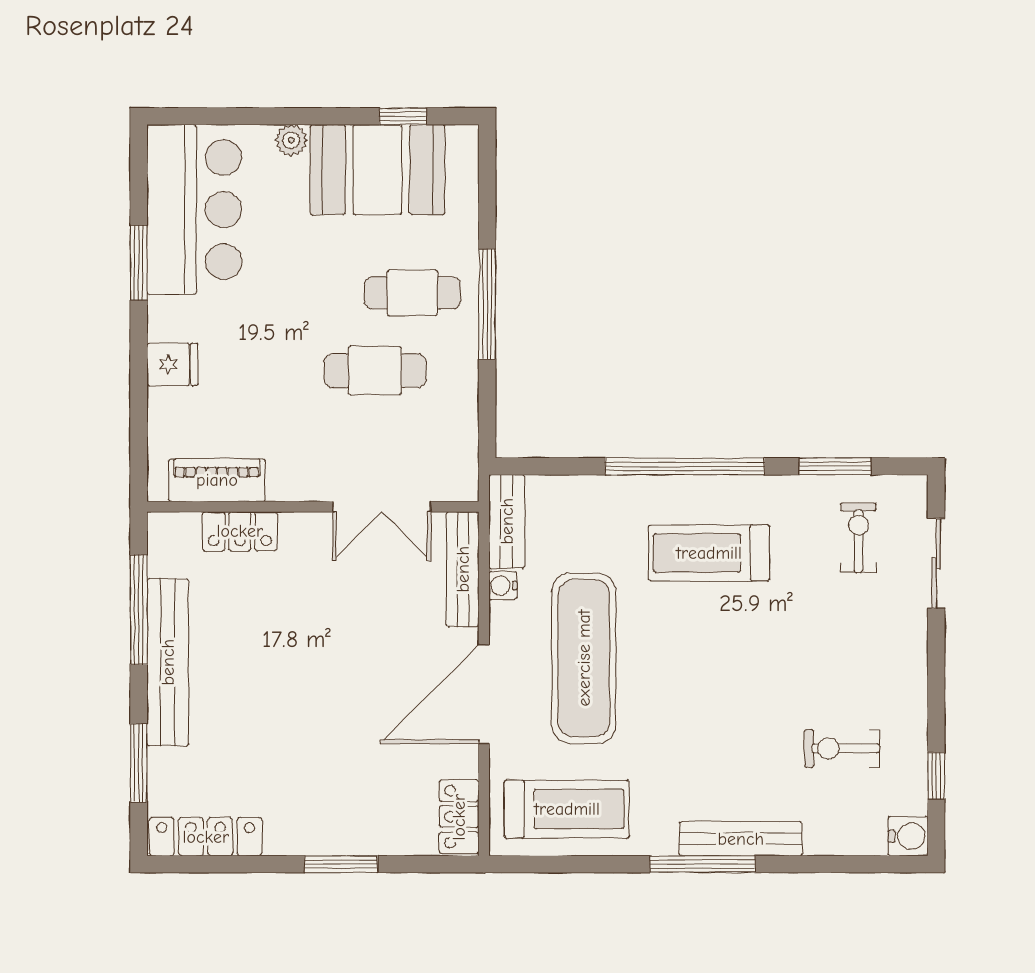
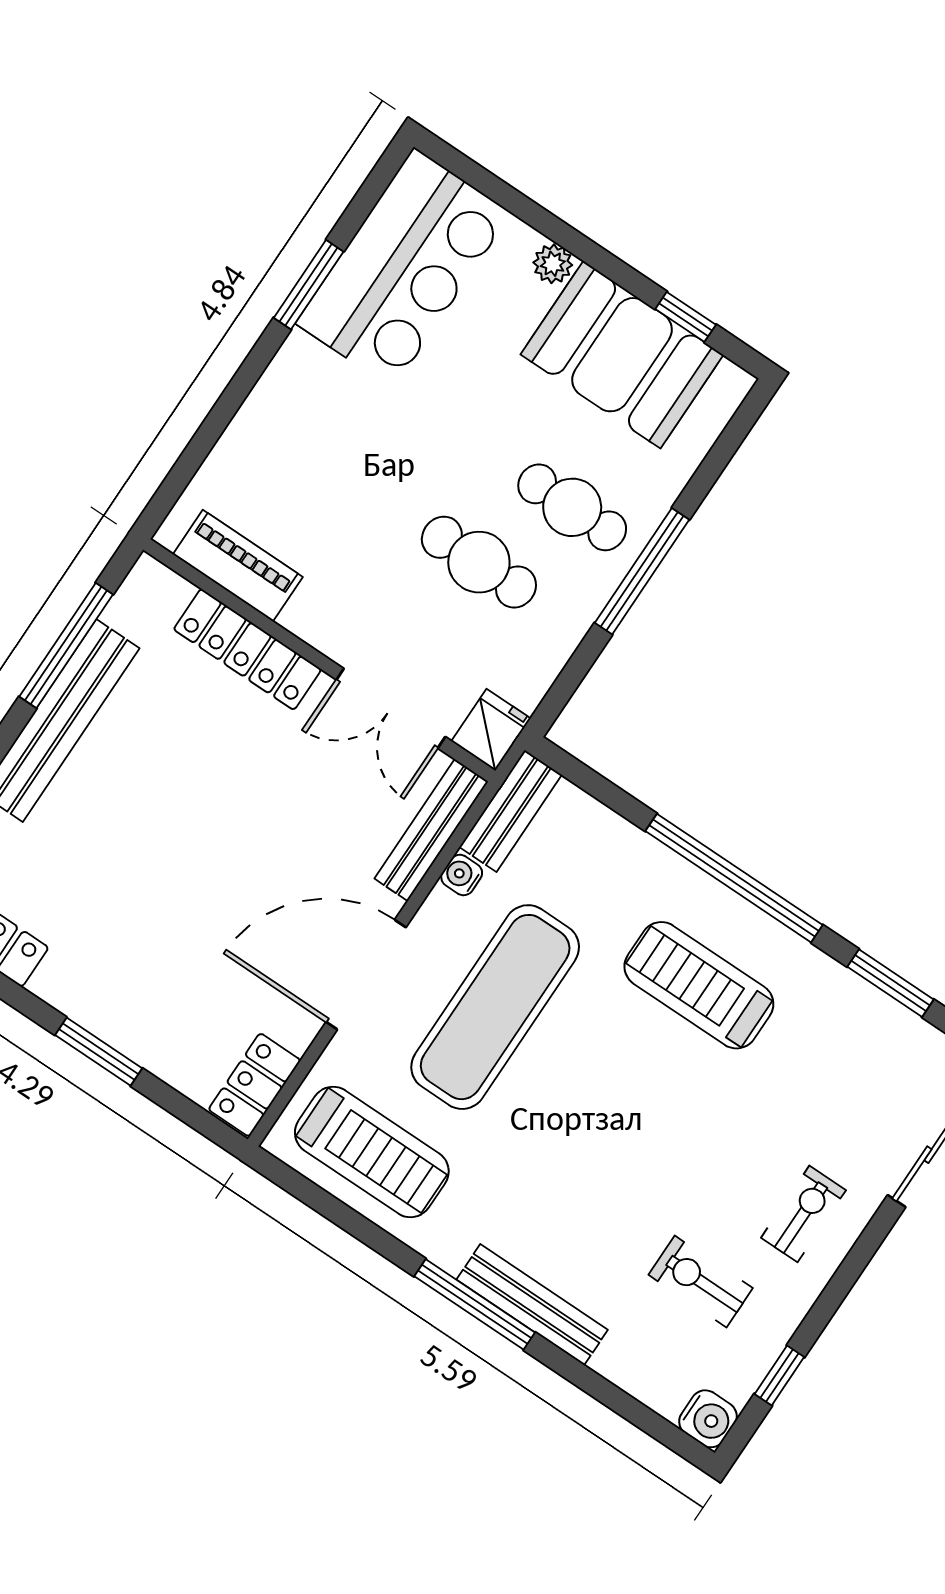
fridge: (172, 364) -> (491, 730), moved, turned -90
locker: (240, 531) -> (247, 649), width x1.53
exercise bike: (859, 538) -> (803, 1214), moved

